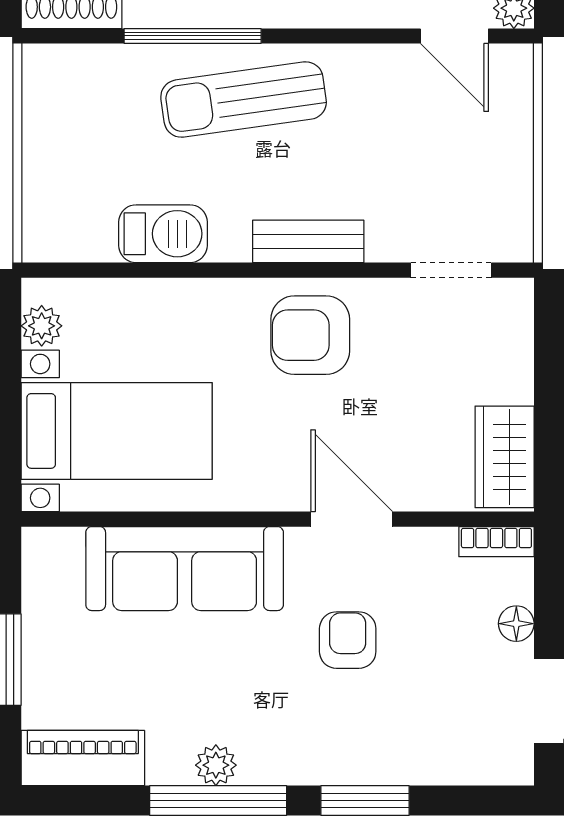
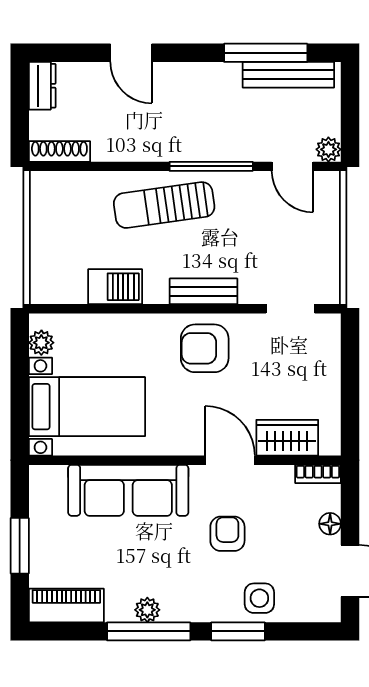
window: (193, 36) -> (211, 166), moved
wardrobe: (505, 457) -> (287, 438), moved, turned 90
side table: (400, 746) -> (259, 598), added

